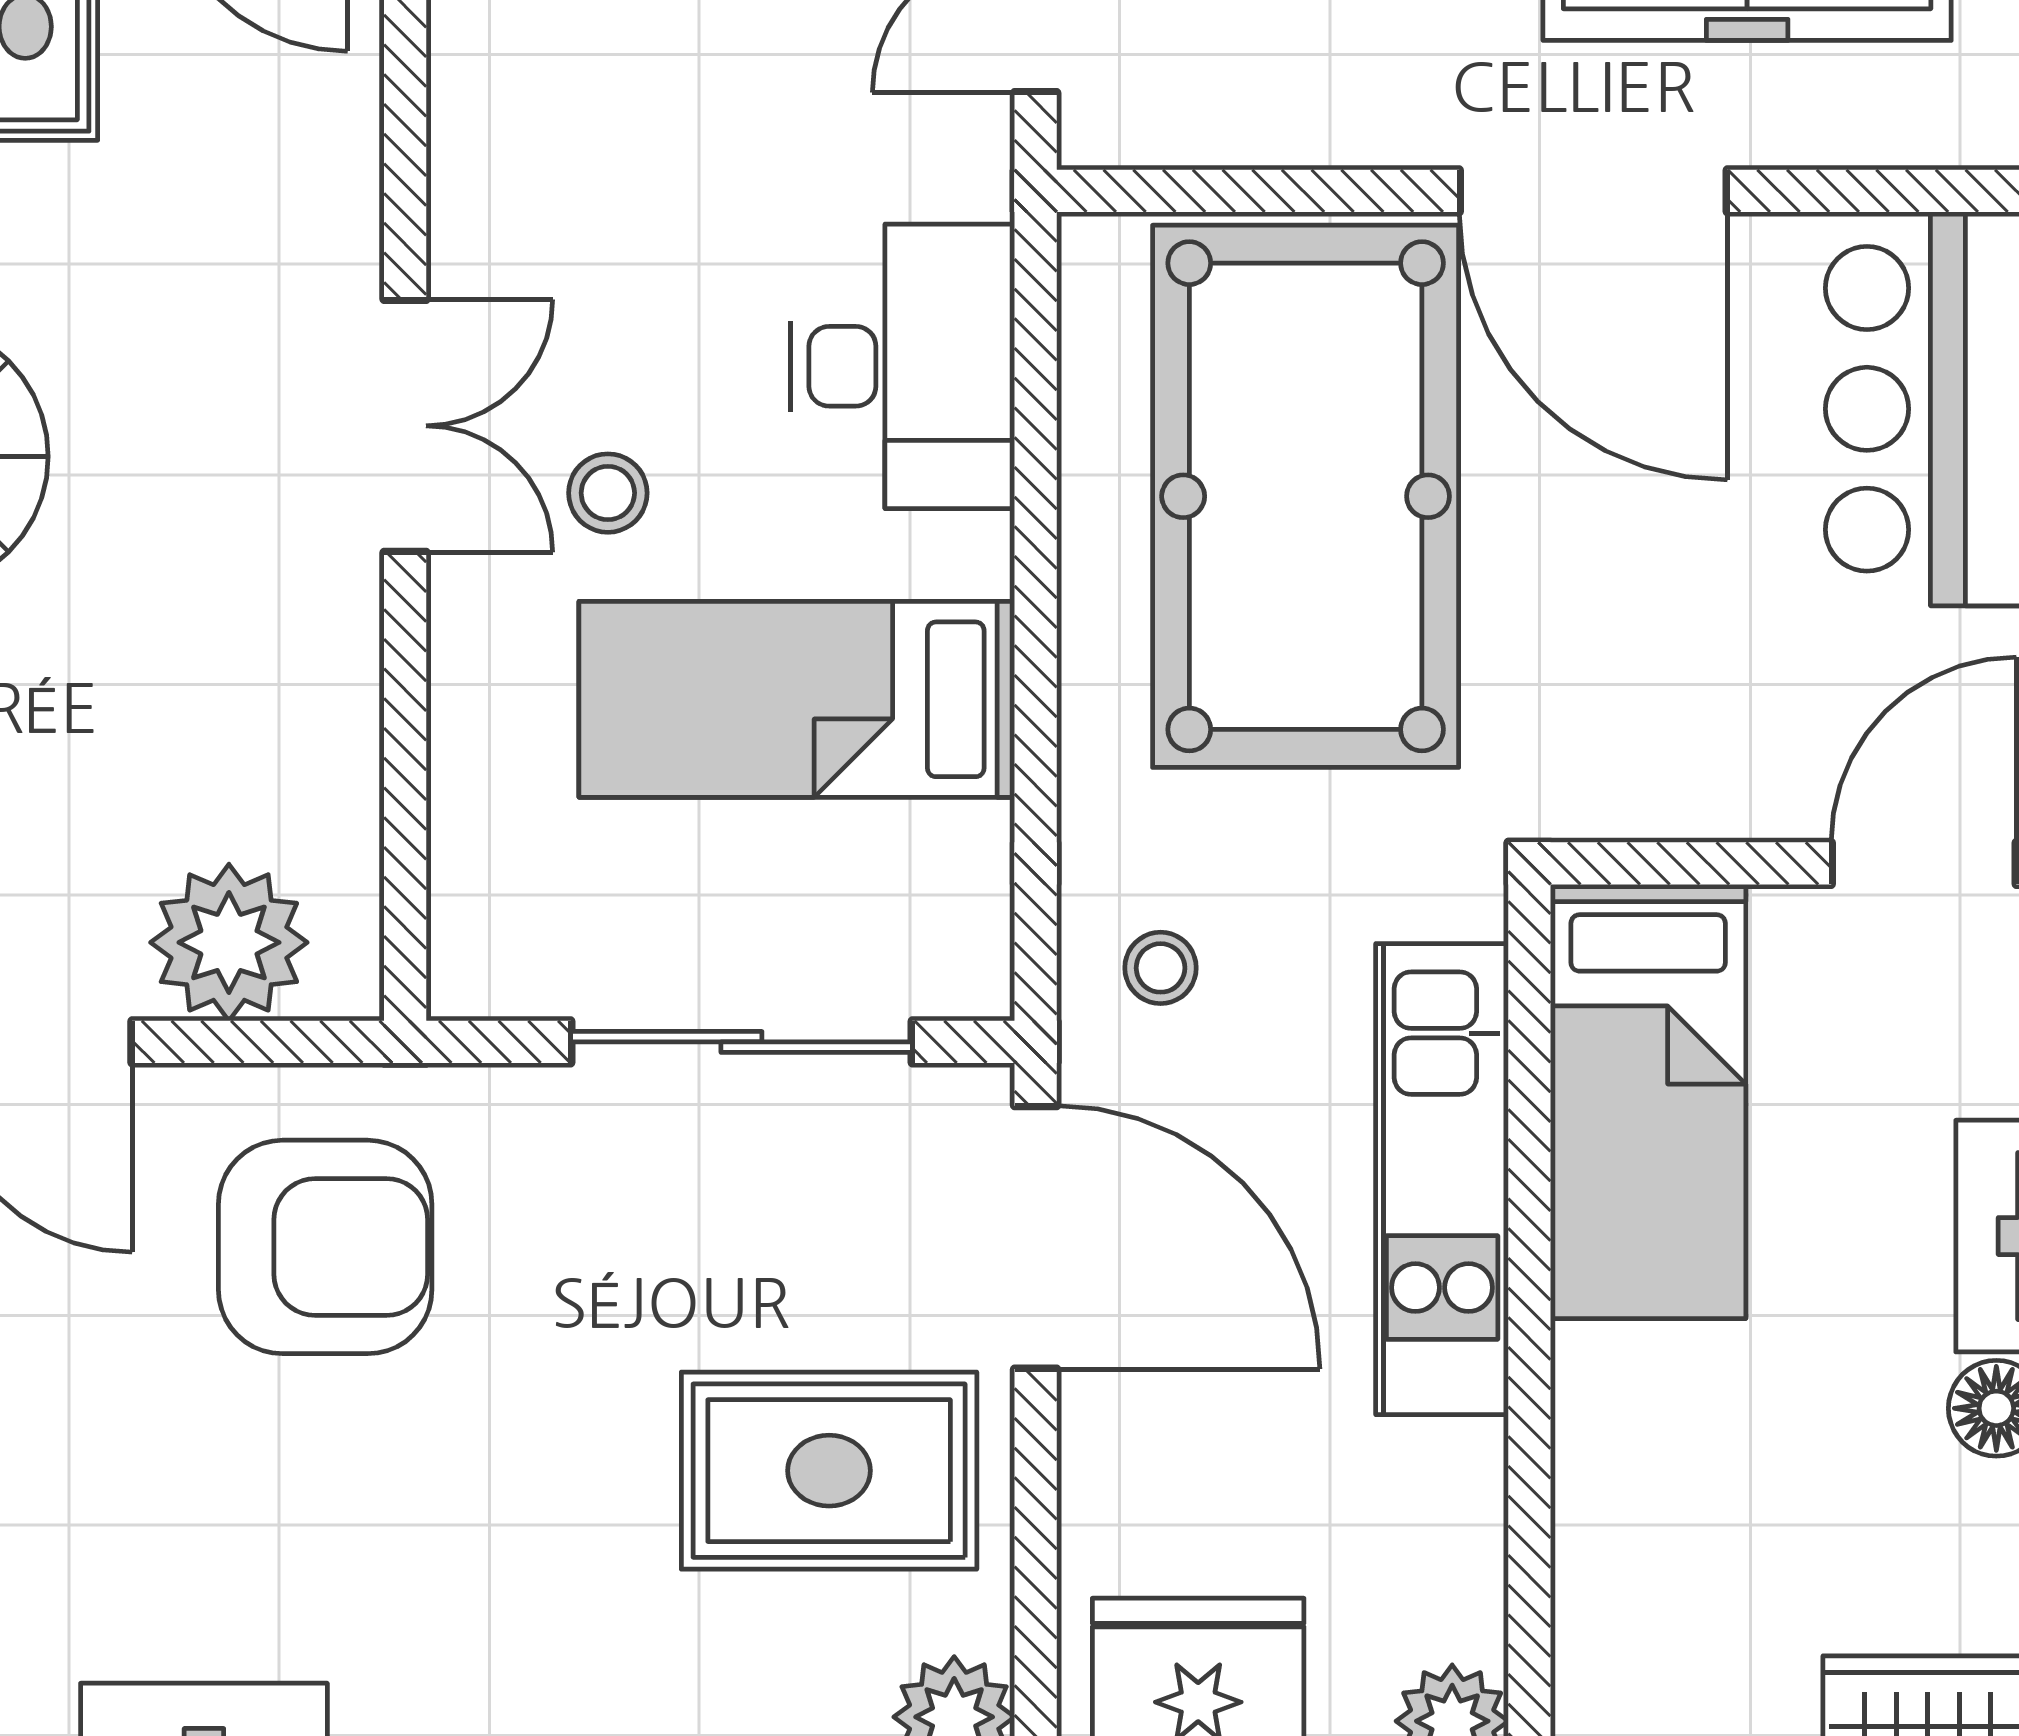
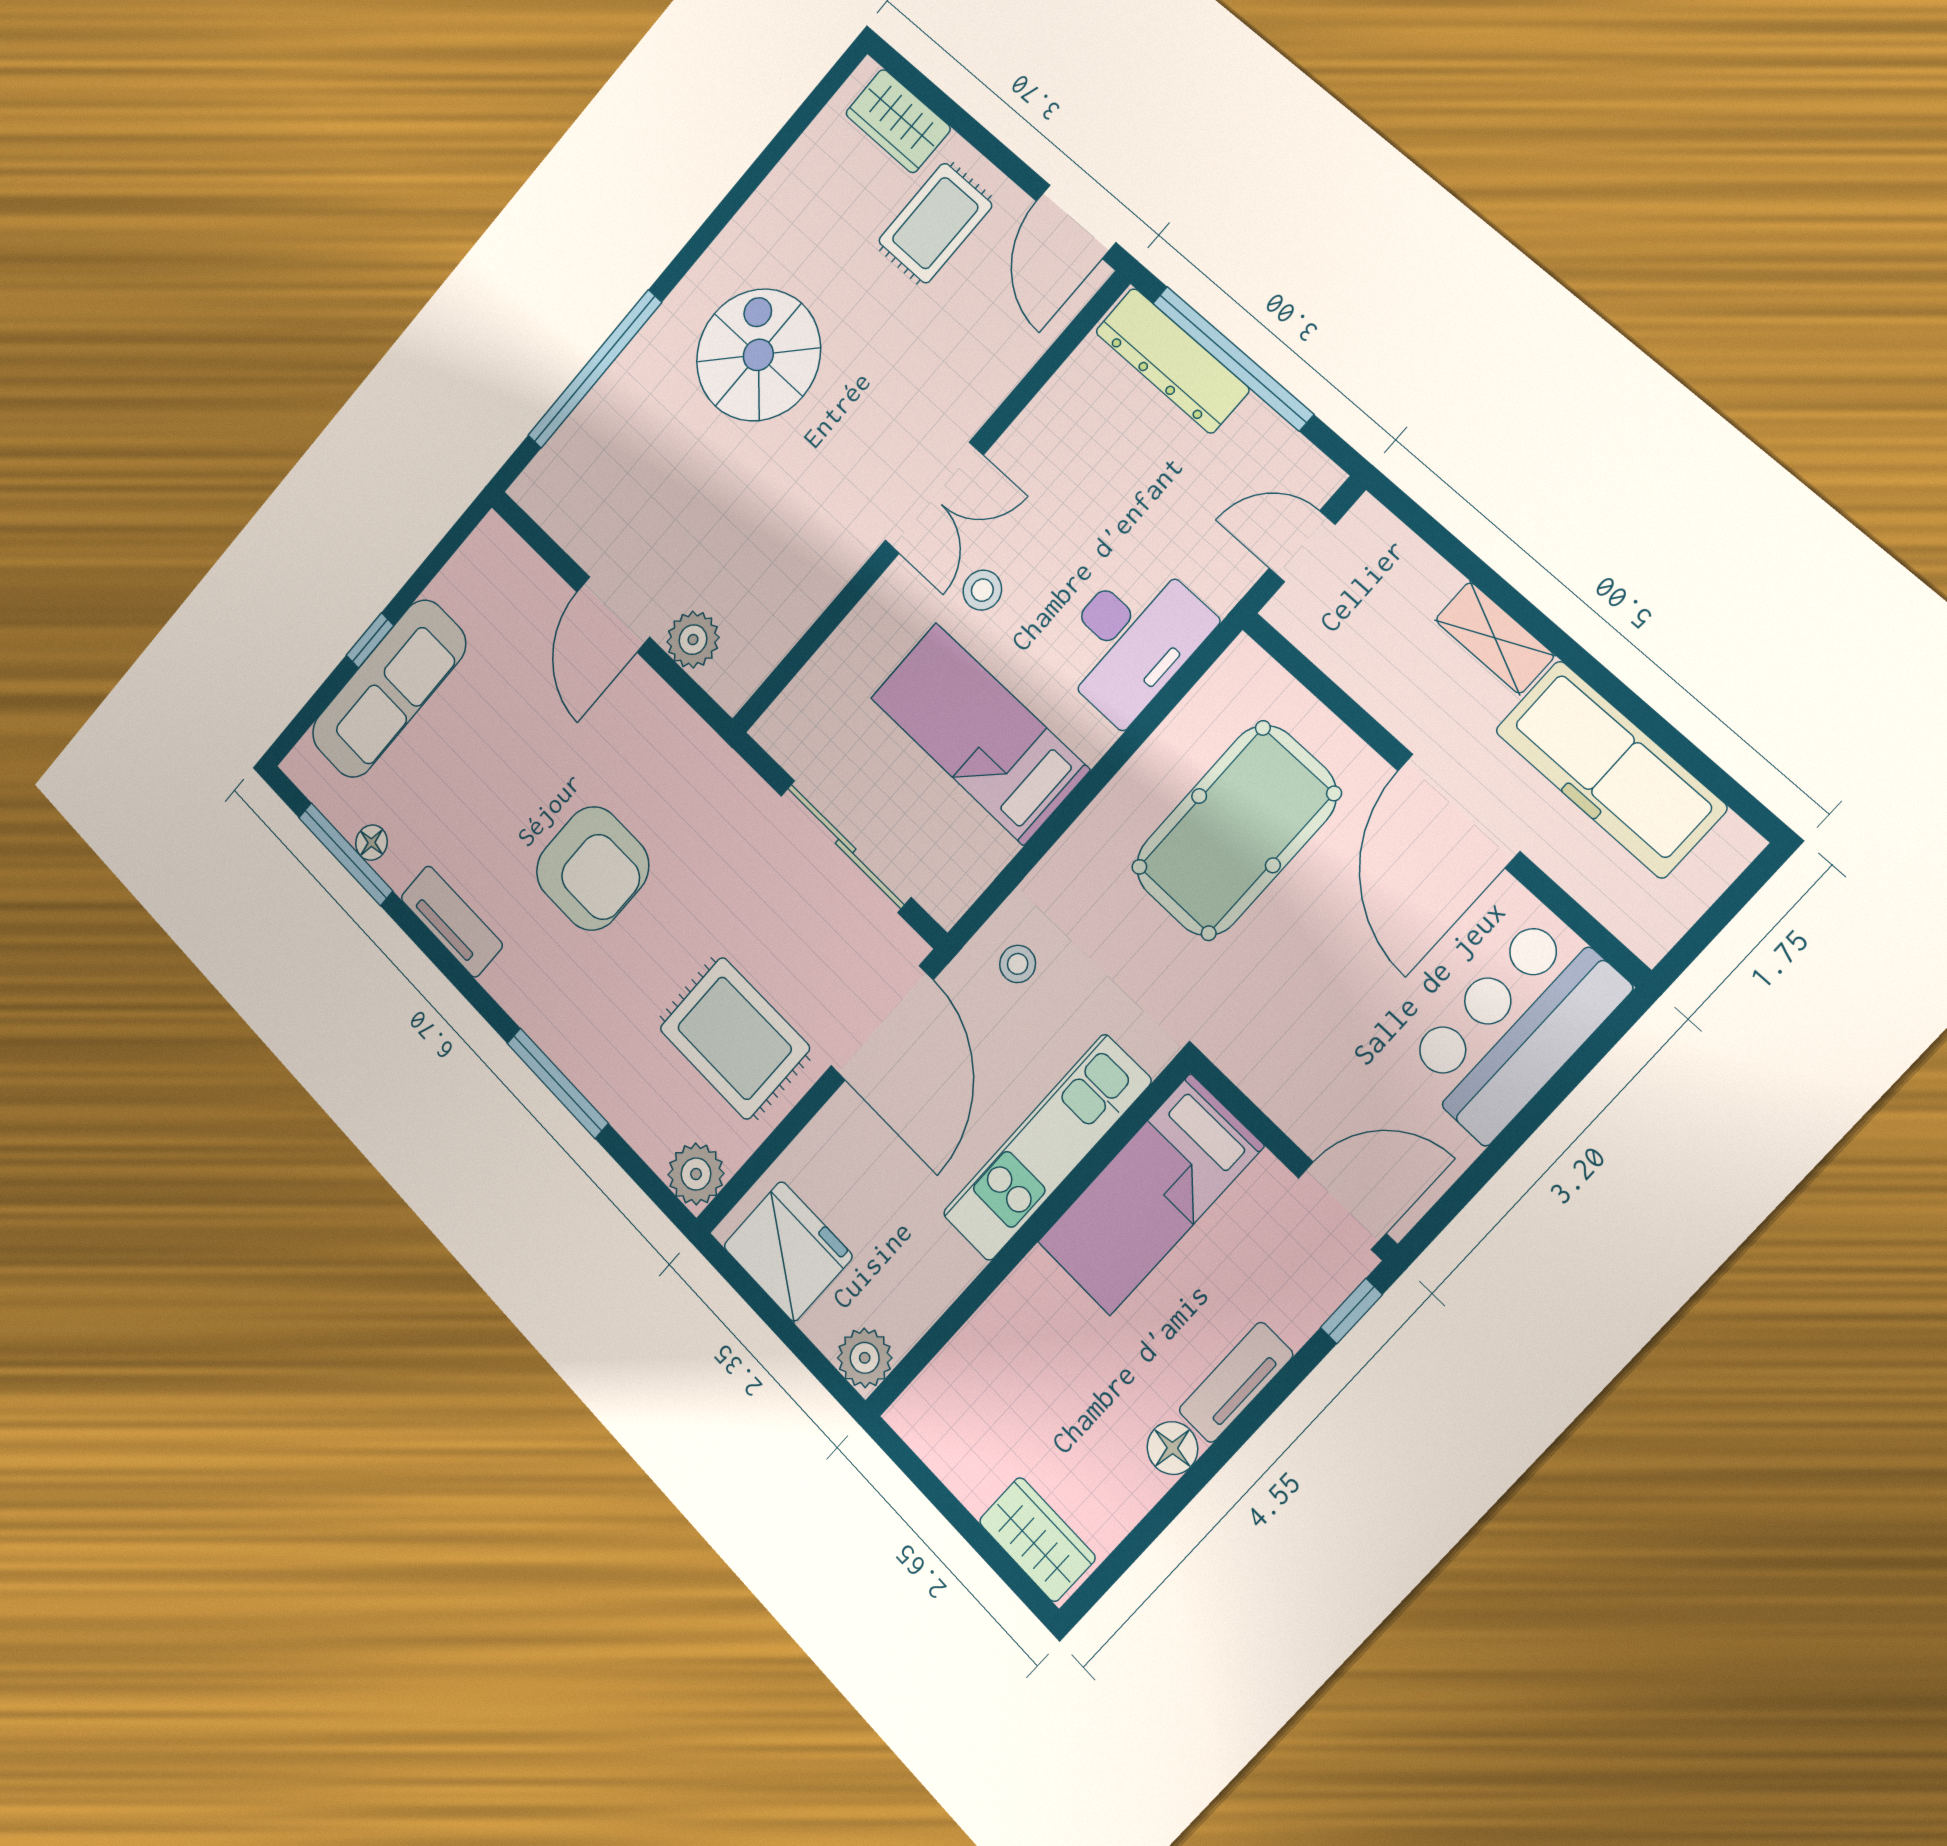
pool table: (1306, 496) -> (1236, 831), width x0.73, depth x0.76
plant: (229, 942) -> (693, 640), width x0.73, depth x0.73
armchair: (325, 1247) -> (592, 868), moved

